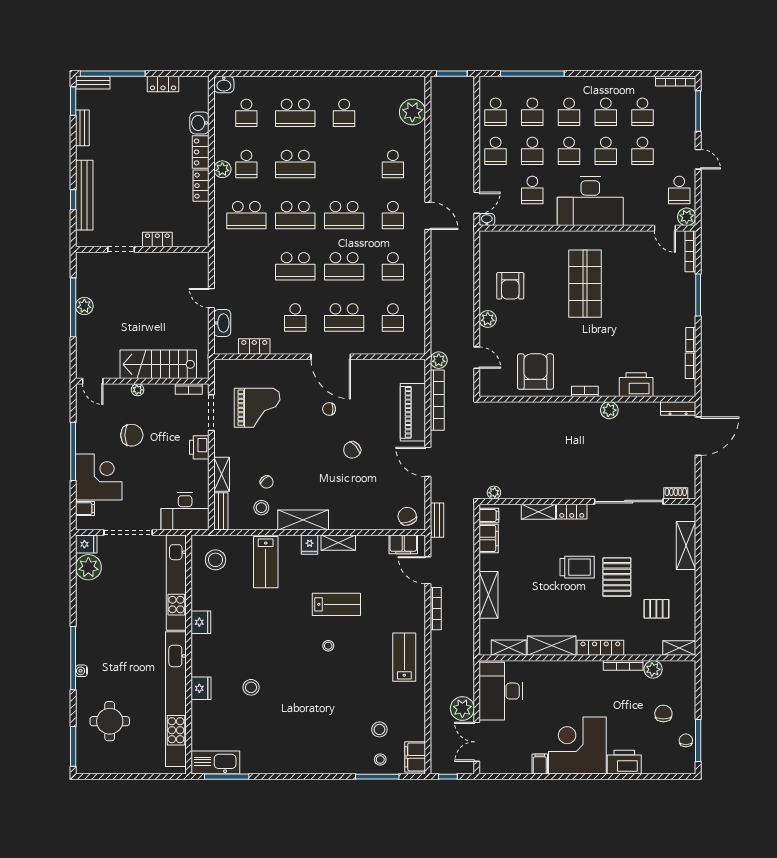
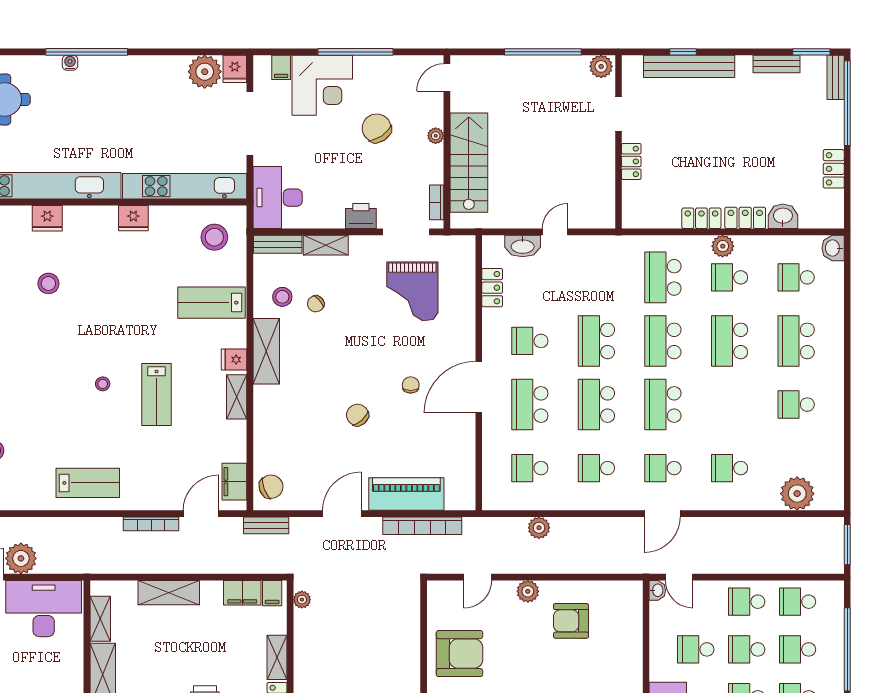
plant: (84, 306) -> (601, 66), moved
plant: (439, 360) -> (539, 528), moved
chair: (132, 435) -> (377, 128), turned 146

